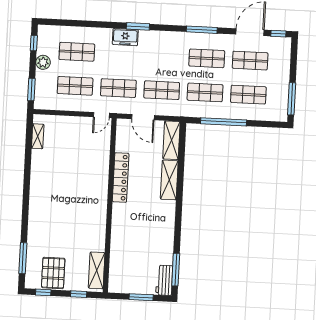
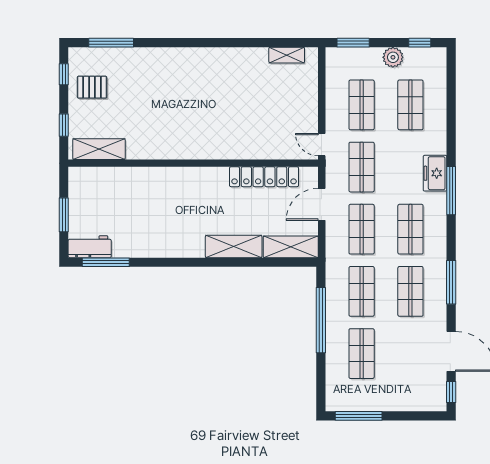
window: (138, 26) -> (451, 191), width x1.44
shop shelf: (250, 61) -> (410, 229), moved
locker: (121, 178) -> (264, 177), moved
pallet: (53, 273) -> (92, 87), width x0.67, depth x0.71

